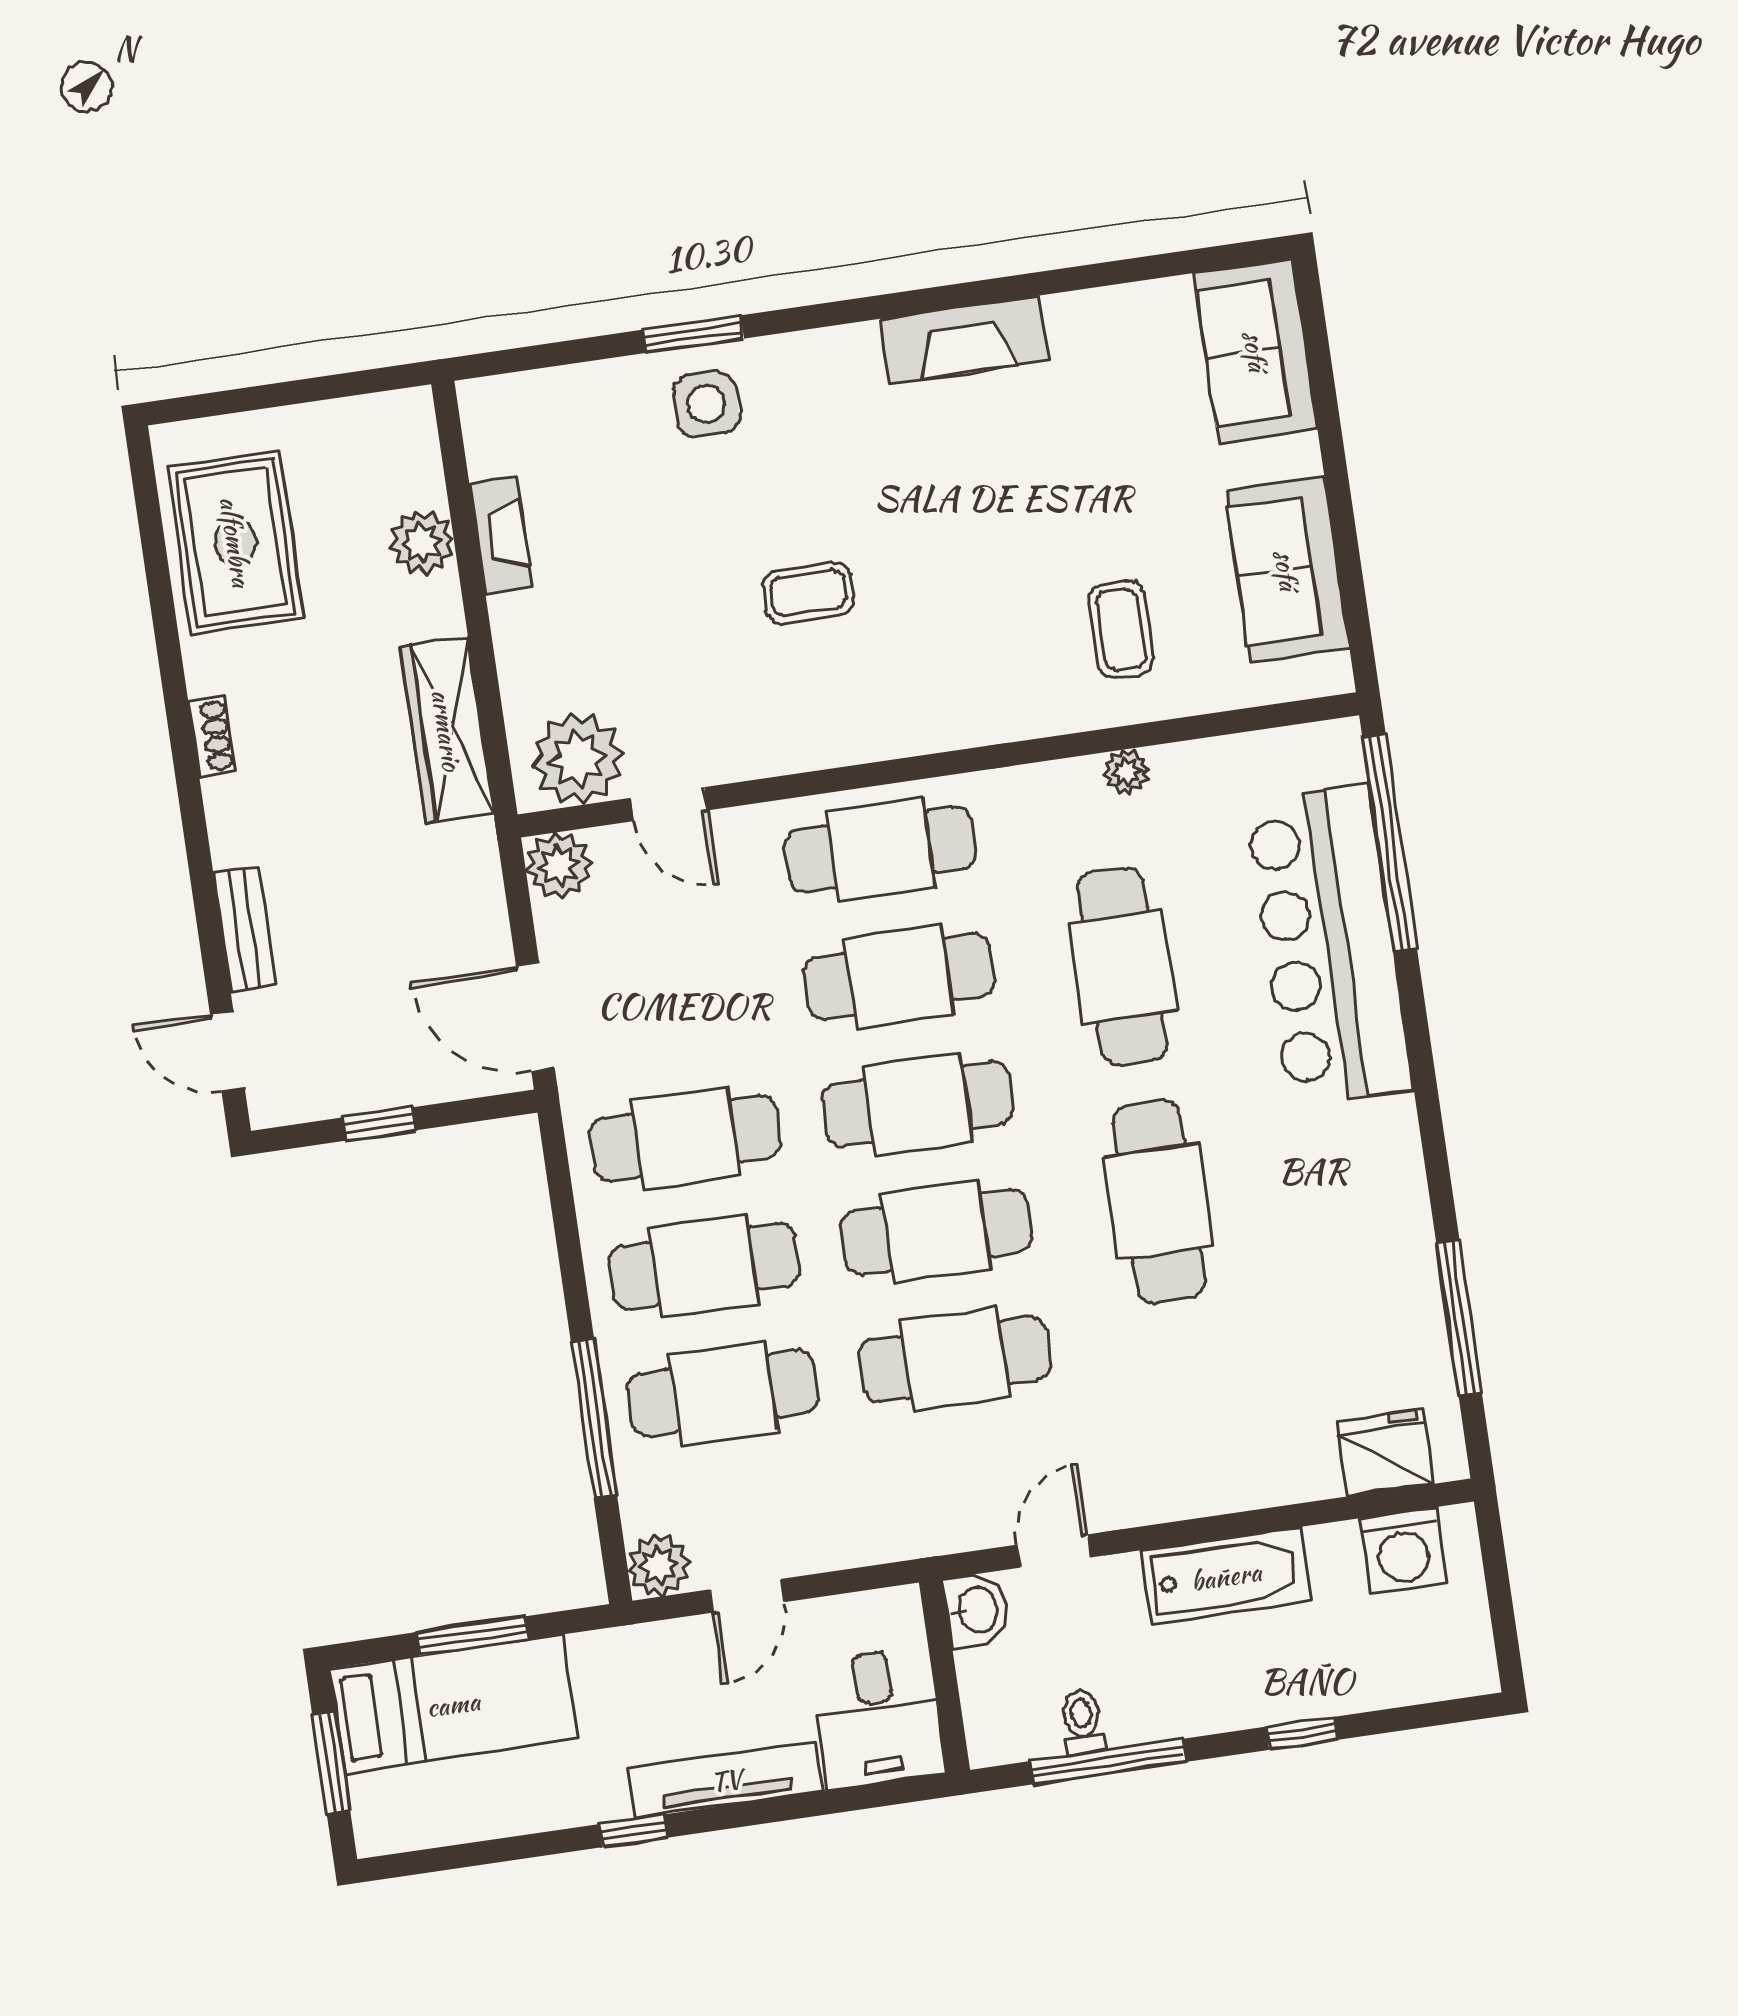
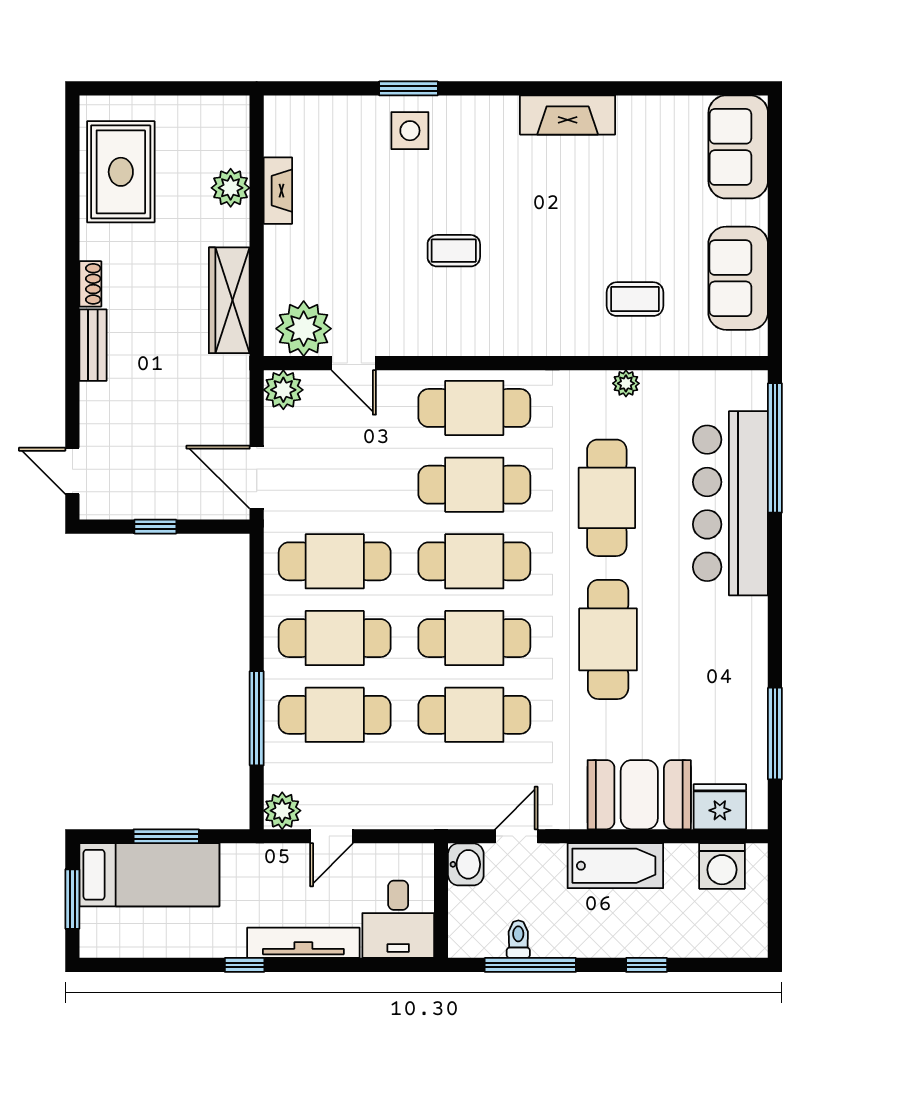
coffee table: (1121, 629) -> (635, 299), turned 90
bench: (245, 929) -> (93, 345), moved
booth: (1248, 1452) -> (639, 795), added

